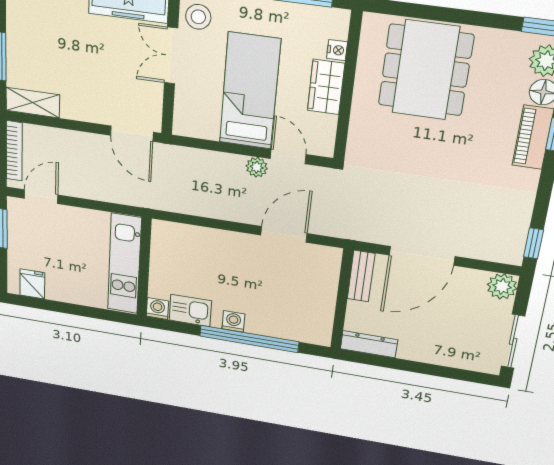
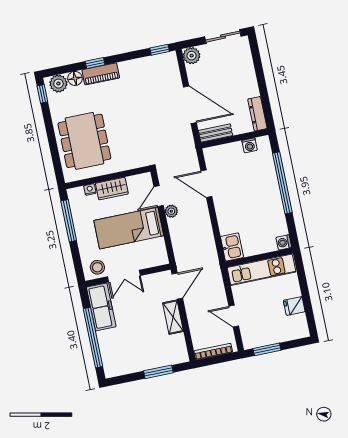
dining table: (426, 70) -> (84, 141), turned 90
shelving: (33, 103) -> (173, 317), moved
door: (41, 197) -> (234, 316), moved
fridge: (32, 284) -> (294, 306), moved
kitchen sink: (190, 310) -> (232, 247), moved, turned 180
washing machine: (233, 321) -> (250, 145), moved, turned -90

